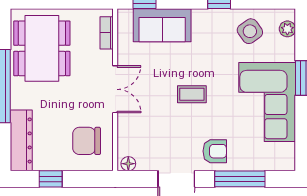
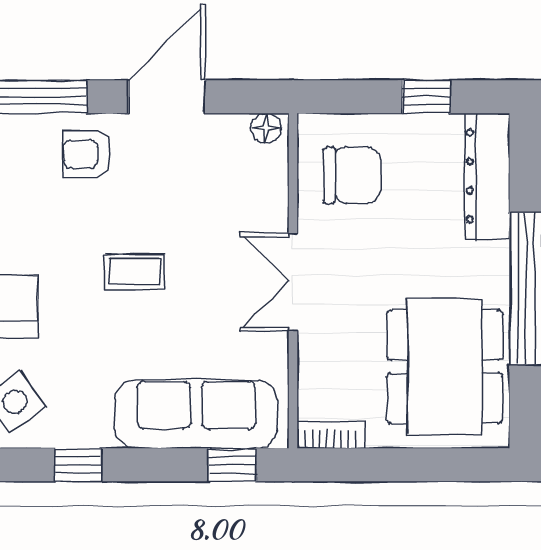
sofa: (162, 25) -> (196, 414), width x1.36
bookcase: (107, 33) -> (331, 435), moved, turned -90

